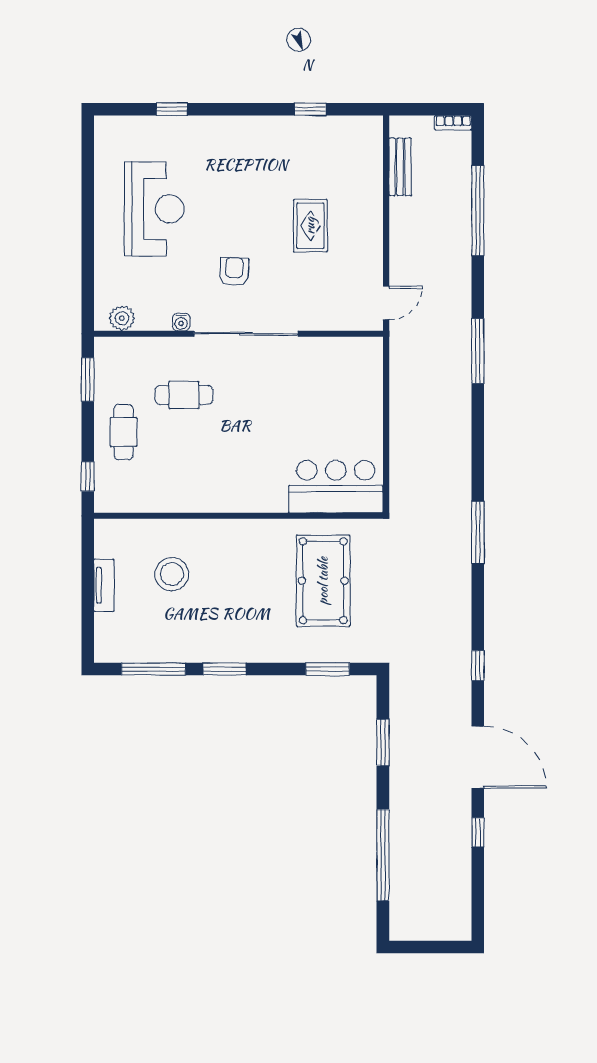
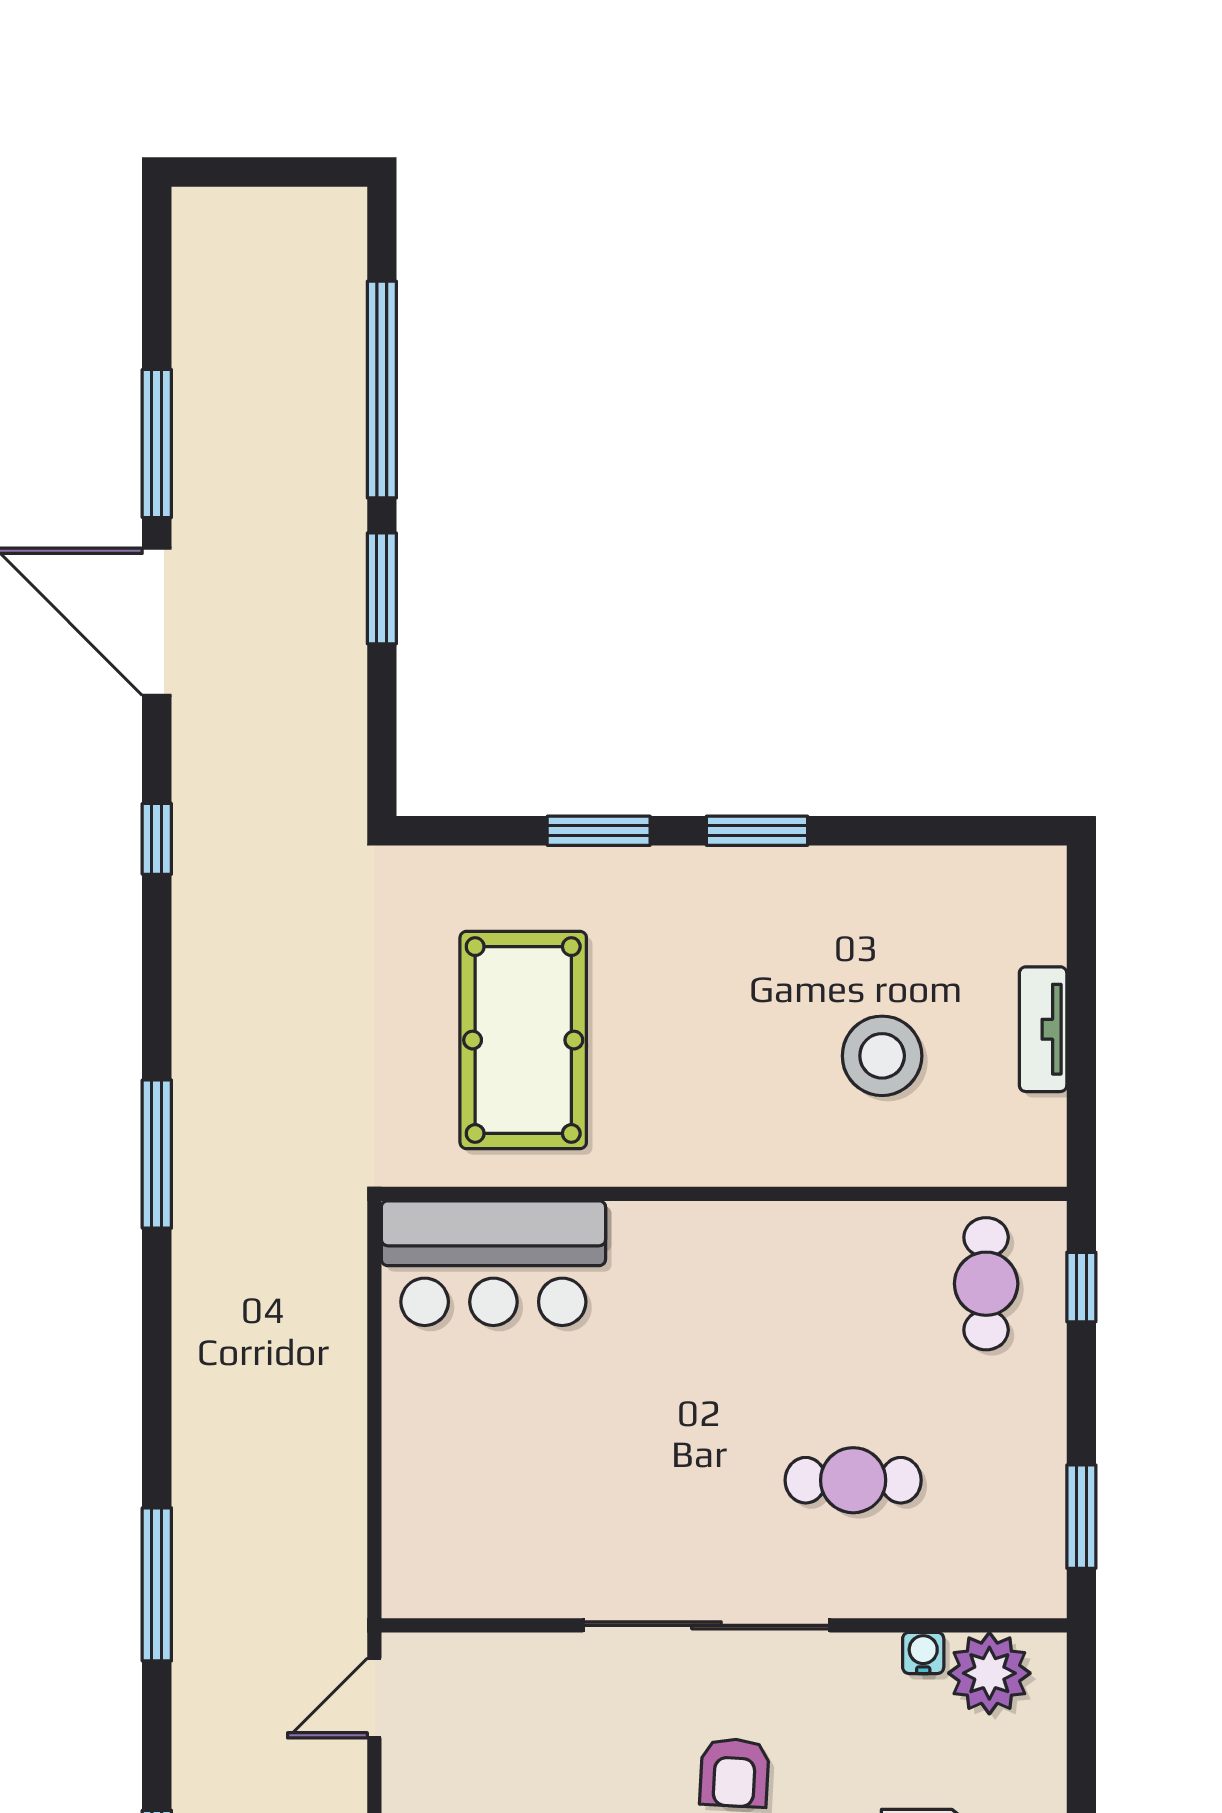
plant: (122, 318) -> (989, 1673), width x1.36, depth x1.36
water cooler: (181, 322) -> (923, 1653), moved
cafe table: (123, 432) -> (986, 1284), moved
window: (153, 669) -> (926, 831), removed
window: (328, 669) -> (599, 831), moved
window: (383, 742) -> (382, 588), moved
window: (478, 832) -> (157, 443), width x2.17

